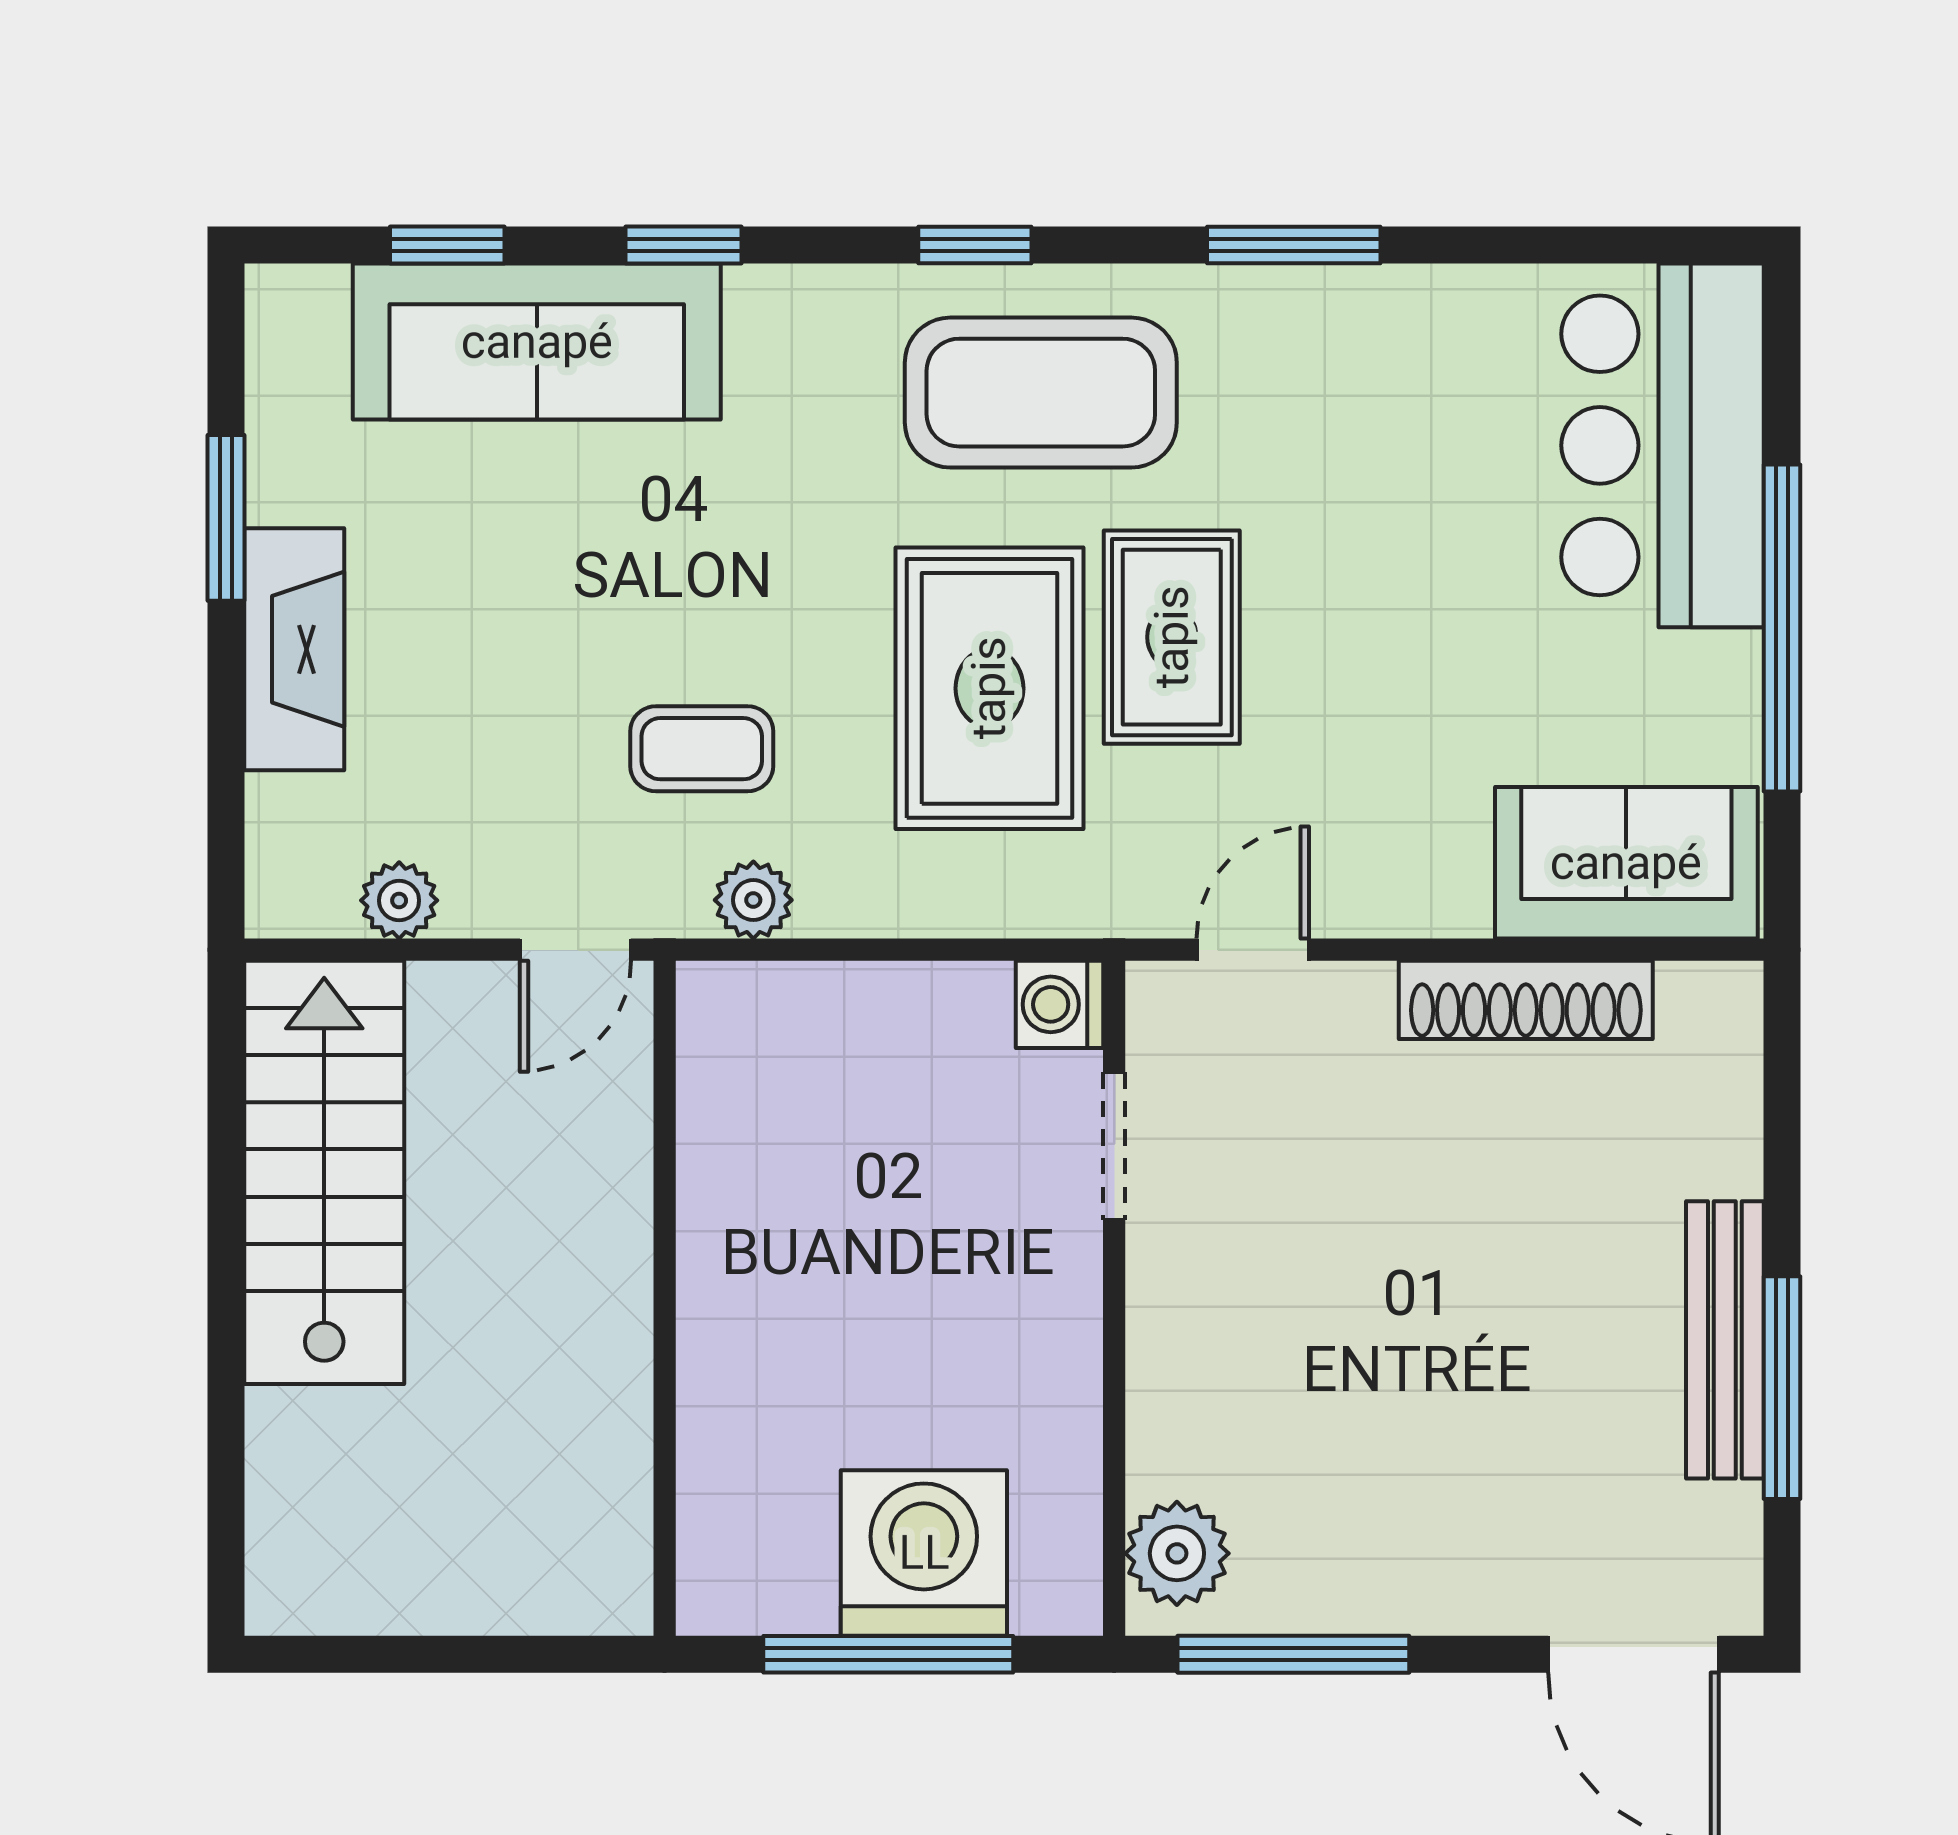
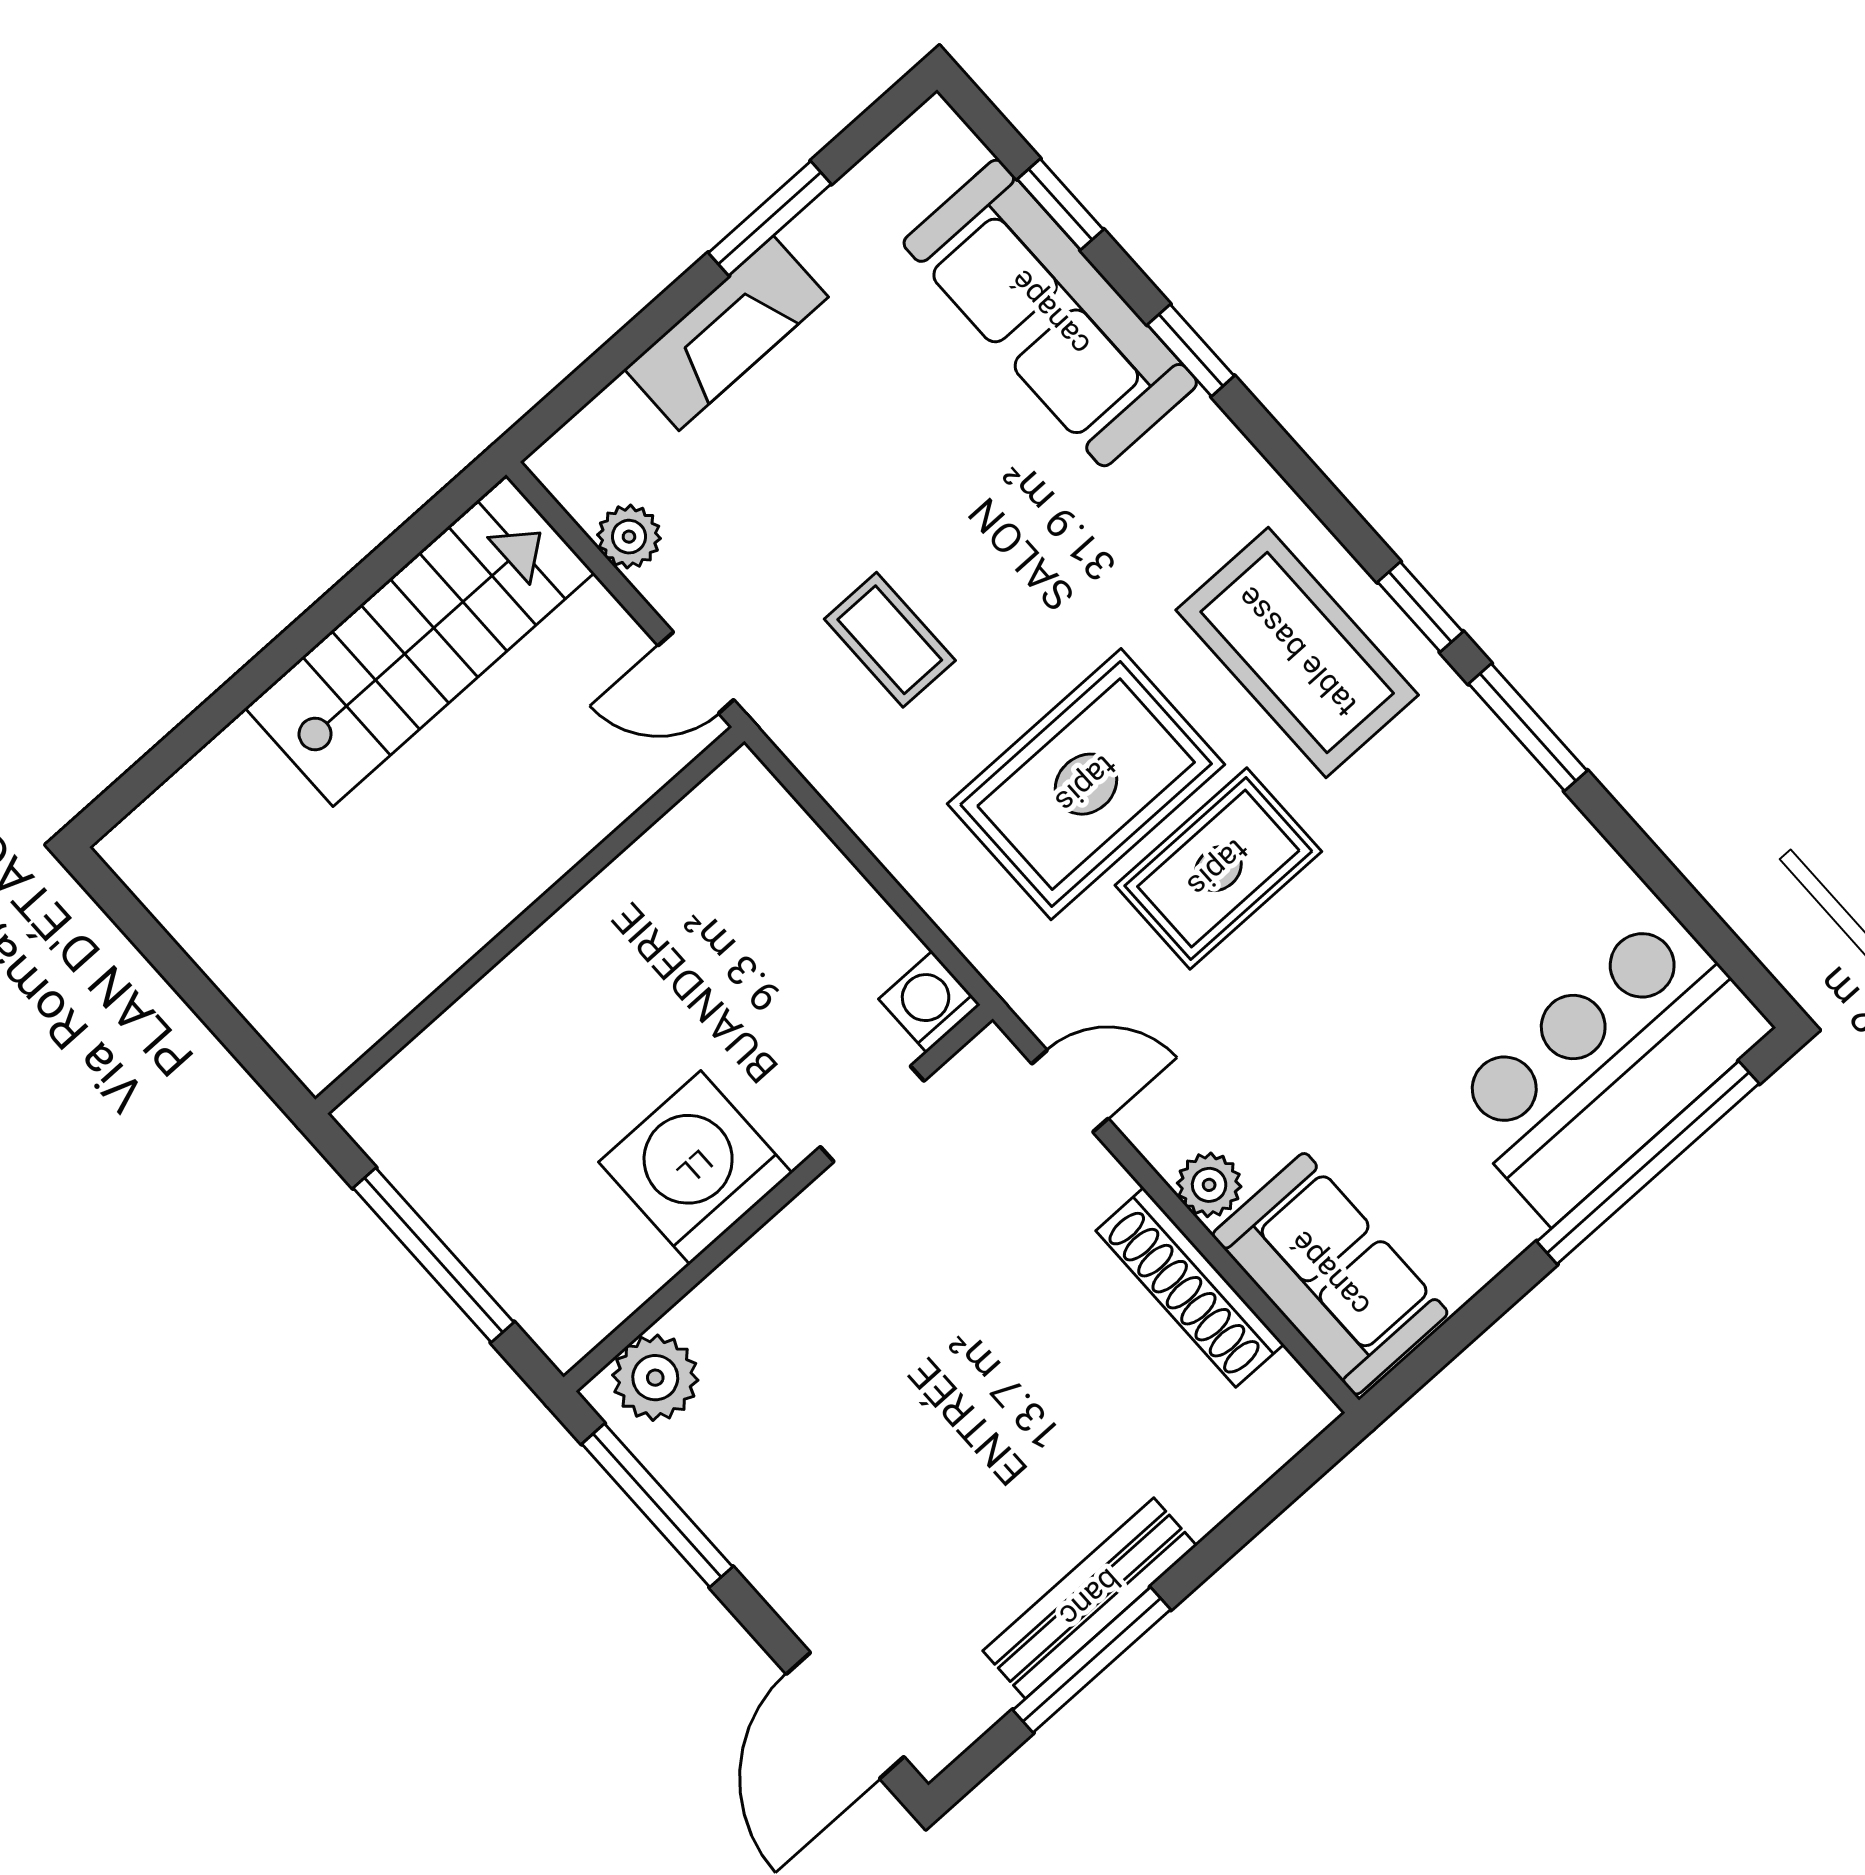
window: (975, 245) -> (1420, 607), moved
window: (1782, 628) -> (1648, 1163), moved
plant: (753, 900) -> (1209, 1185), moved
washing machine: (924, 1553) -> (695, 1167), moved, turned -90

